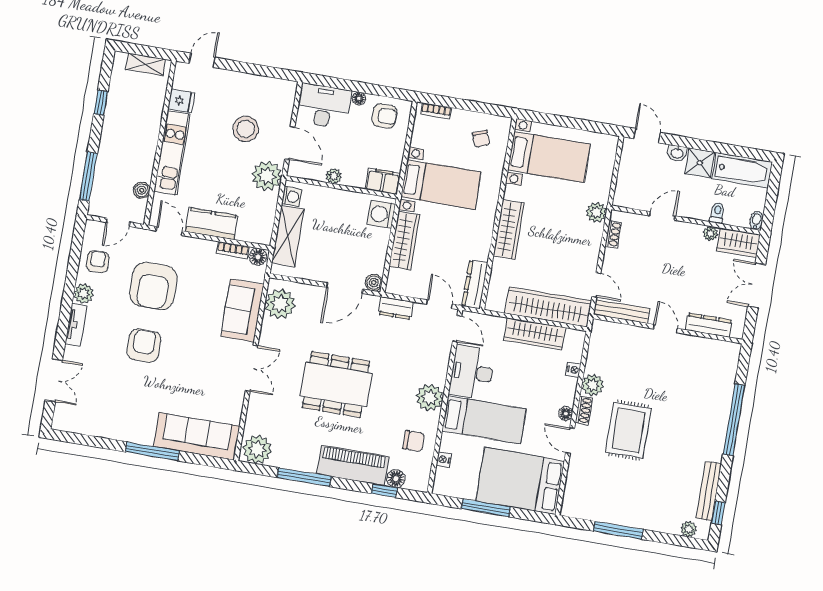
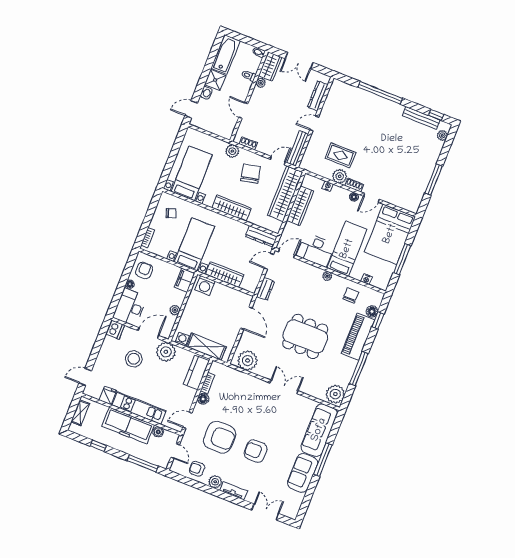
door: (202, 60) -> (85, 377), hinge flipped
dishwasher: (284, 91) -> (115, 330), added
freezer: (142, 142) -> (128, 426), added
kitchen counter: (212, 224) -> (196, 372), moved
chair: (568, 247) -> (250, 174), added
floor lamp: (258, 257) -> (203, 399), moved
boiler: (374, 283) -> (247, 299), removed
sofa: (242, 310) -> (303, 473), moved, turned 90
dining table: (336, 384) -> (305, 336), turned 90
plant: (430, 397) -> (327, 276), width x0.53, depth x0.53
rug: (628, 430) -> (340, 155), moved, width x0.73, depth x0.70

